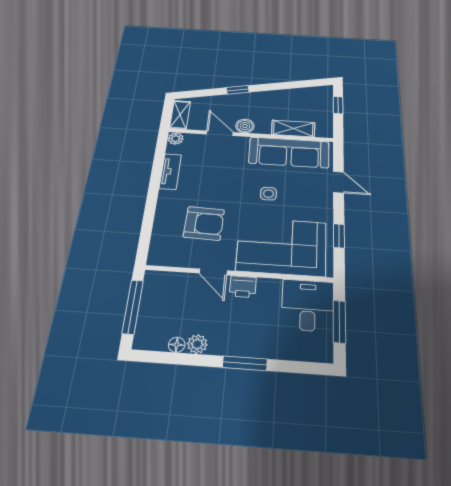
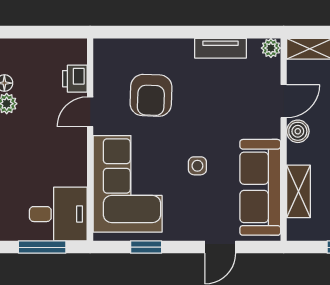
printer: (243, 287) -> (75, 79), moved
window: (133, 307) -> (43, 32), removed

